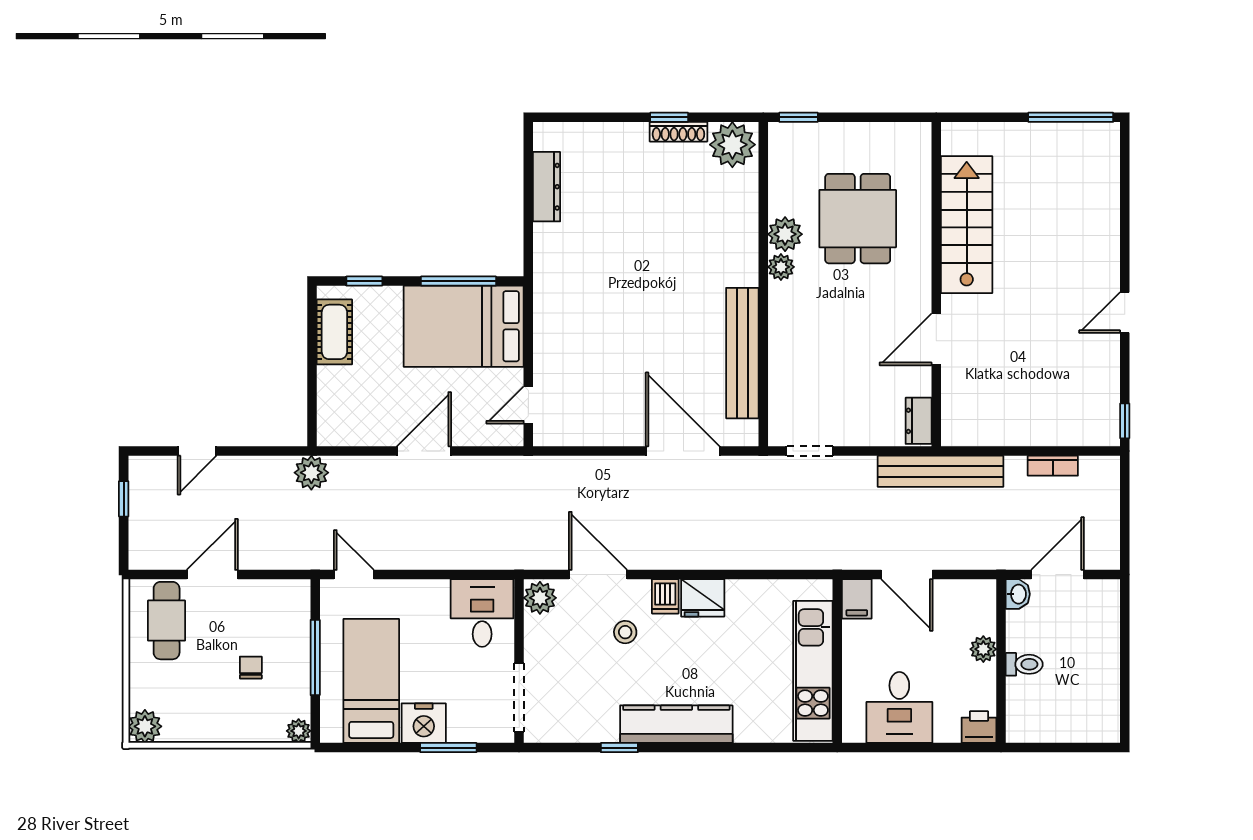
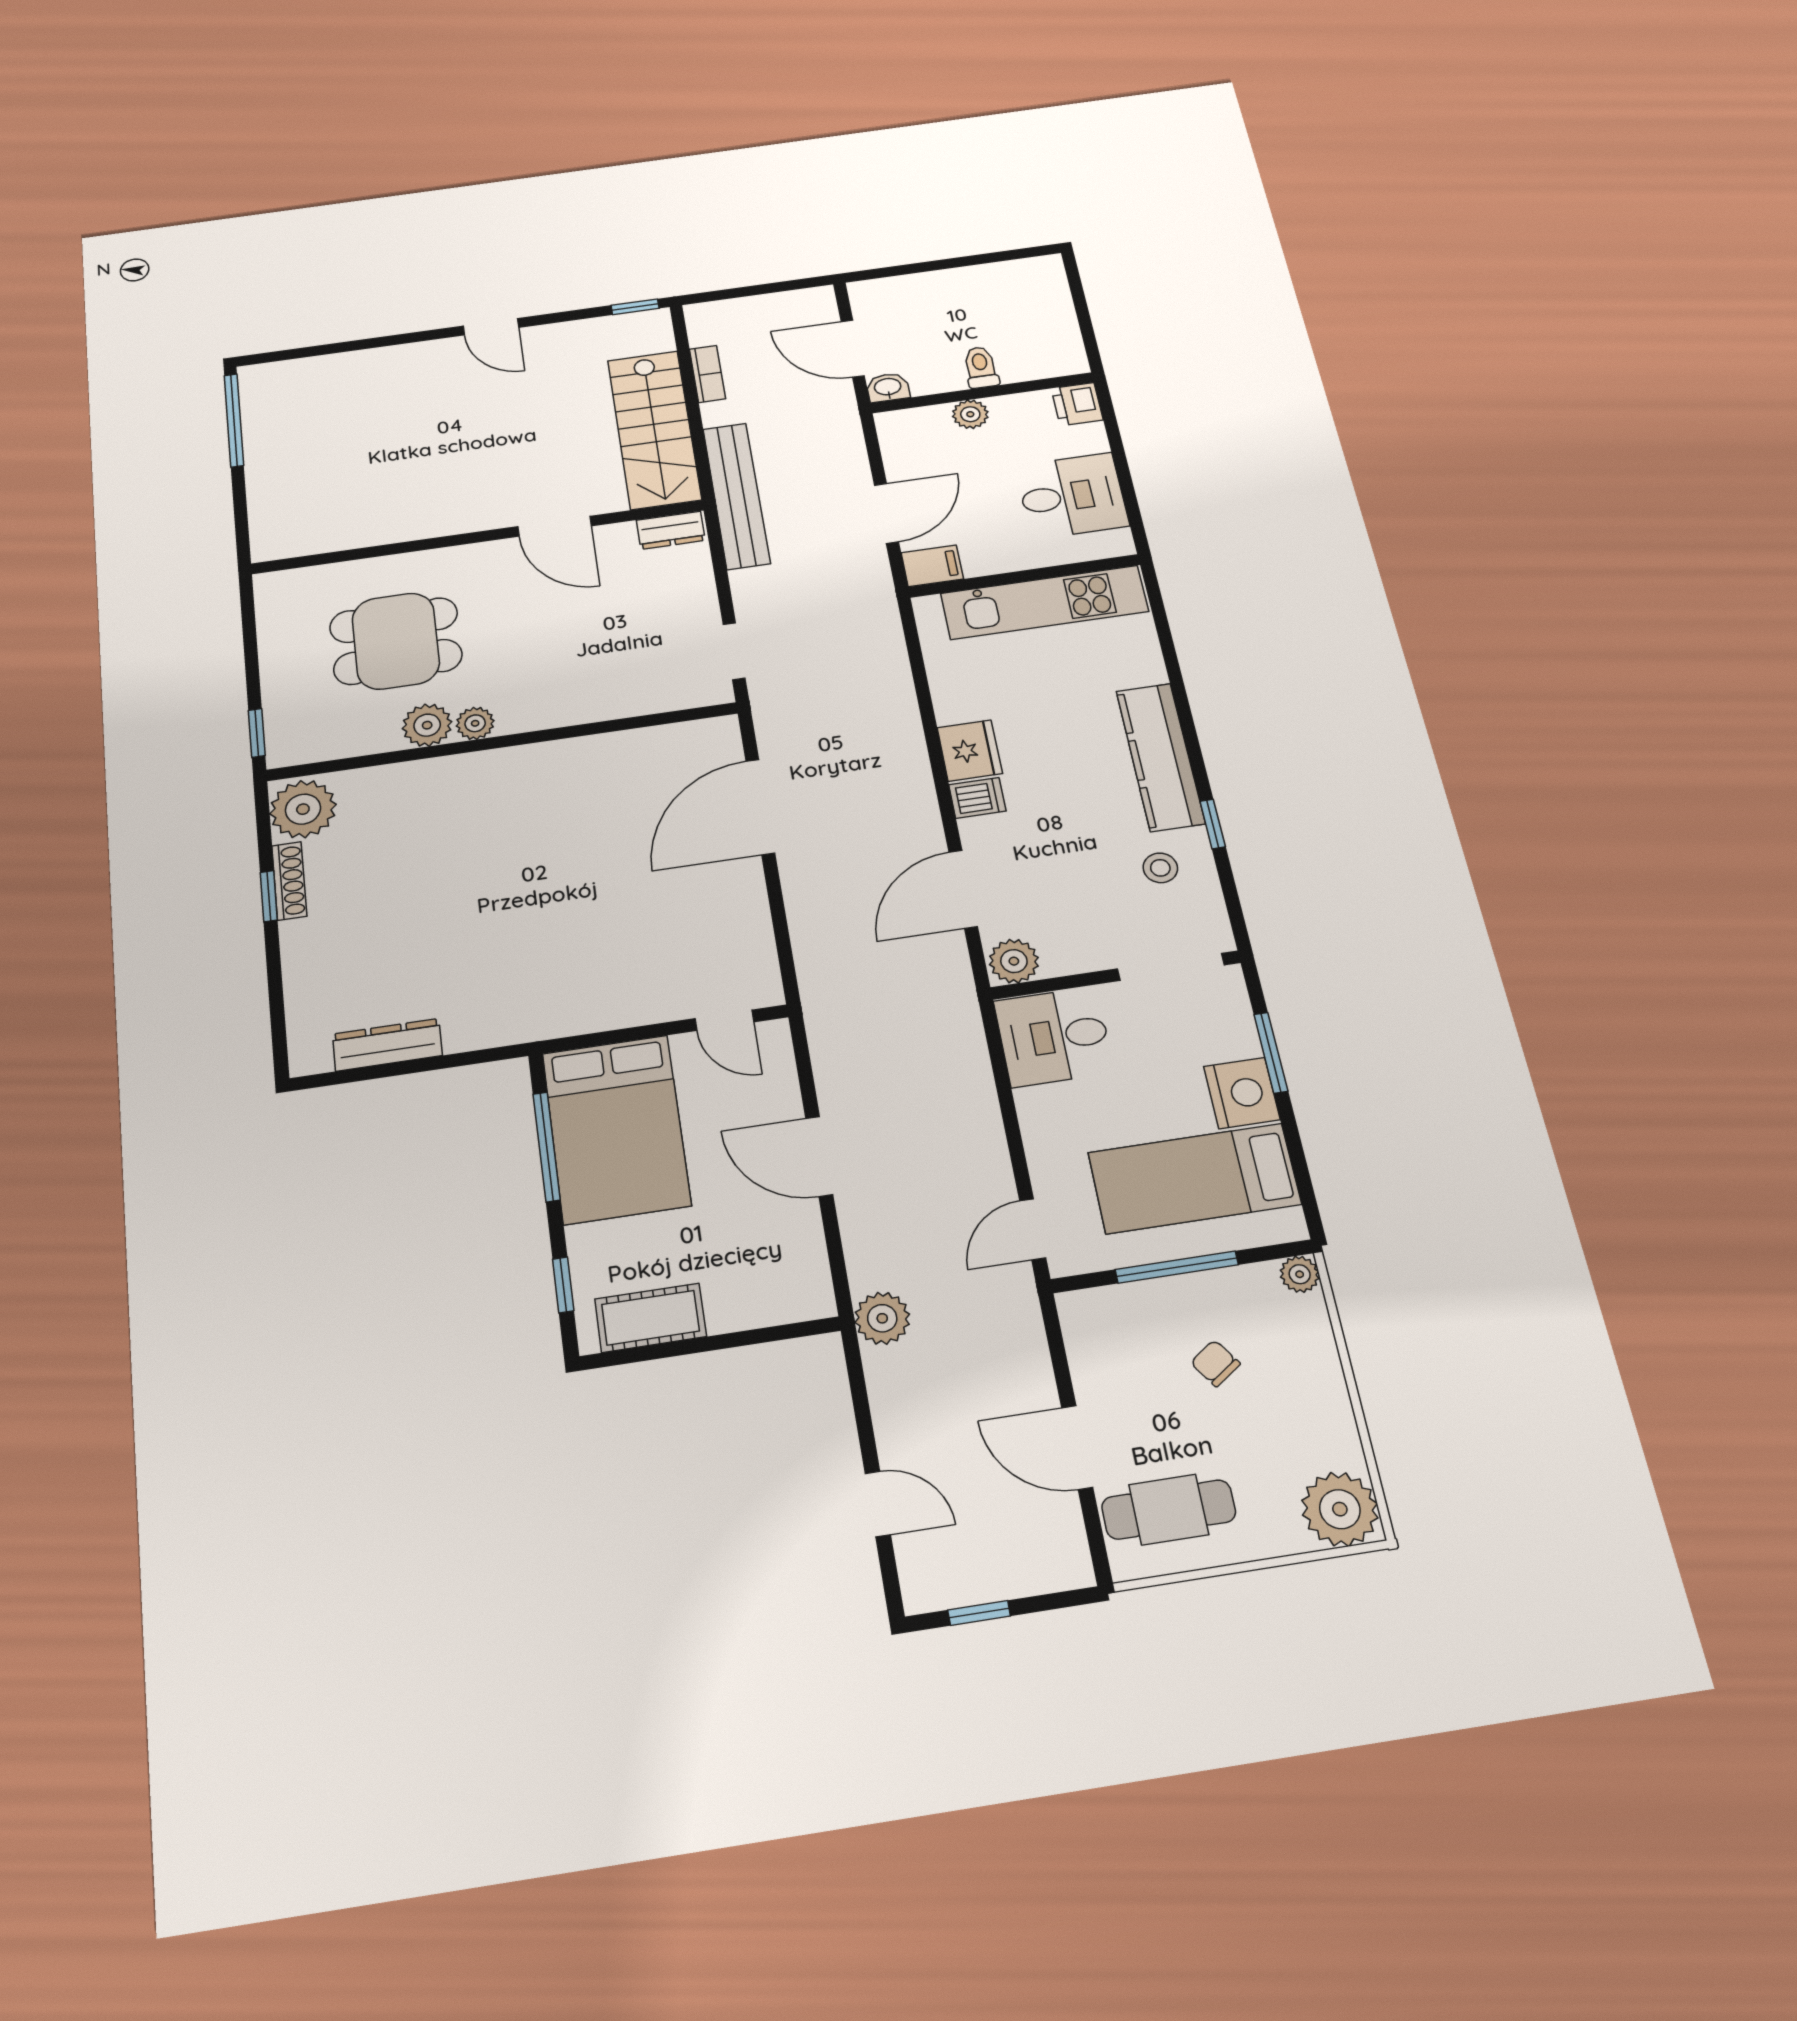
stairs: (967, 225) -> (654, 429), moved, turned -90
bench: (742, 353) -> (606, 753), removed
stool: (625, 632) -> (1160, 868), moved
chair: (251, 668) -> (1215, 1363), turned 55
plant: (145, 726) -> (1340, 1509), width x1.36, depth x1.36

